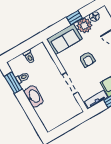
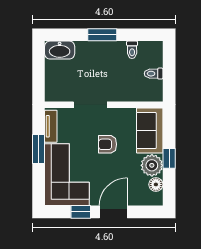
window: (13, 83) -> (102, 35), moved
washbasin: (34, 96) -> (60, 50), moved

